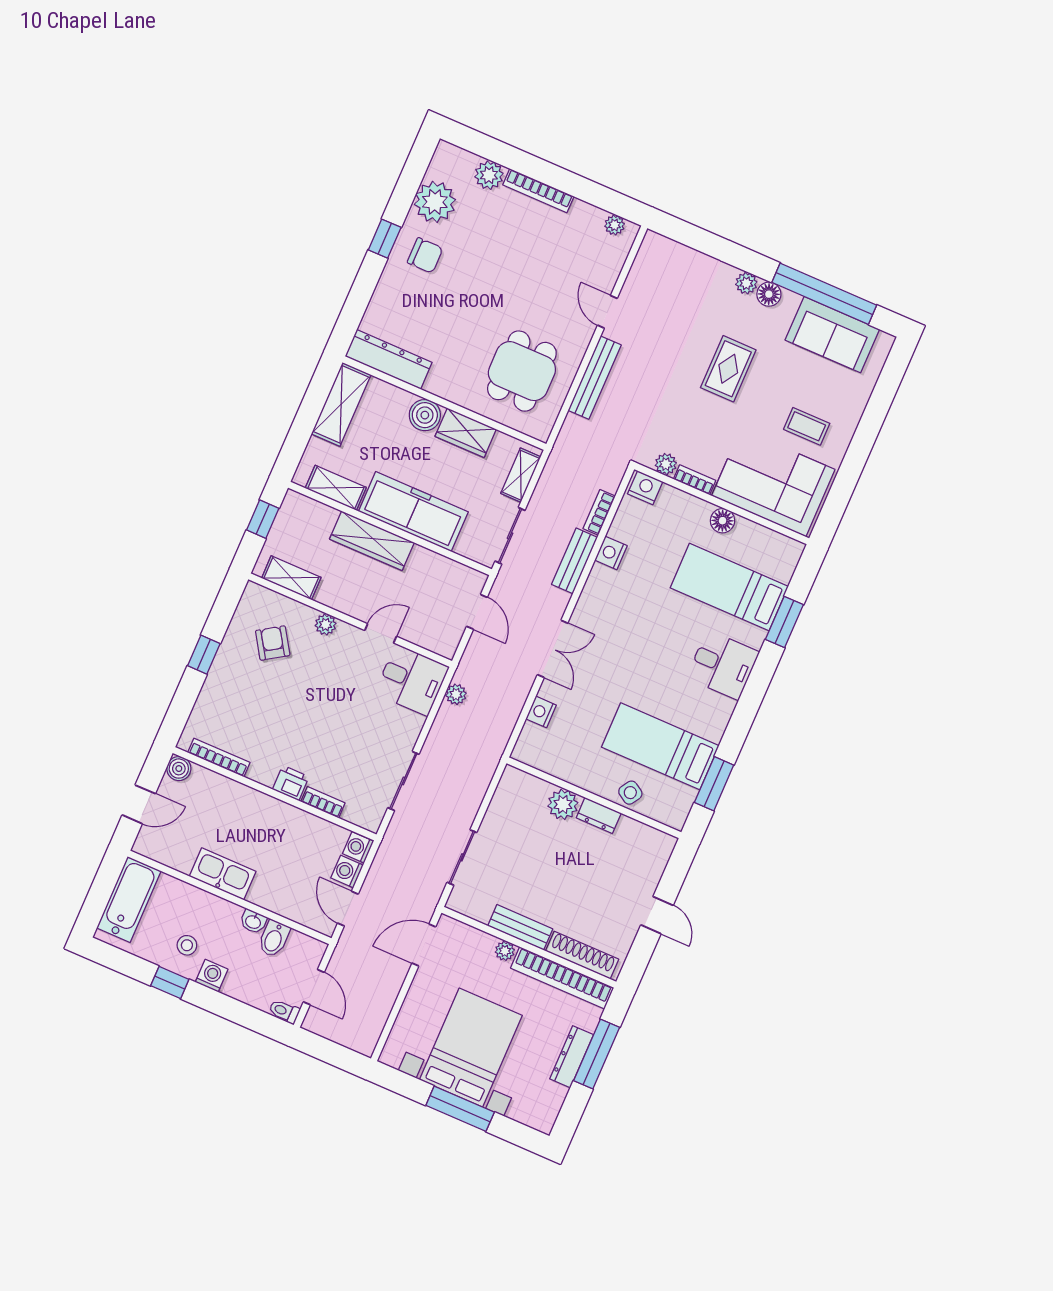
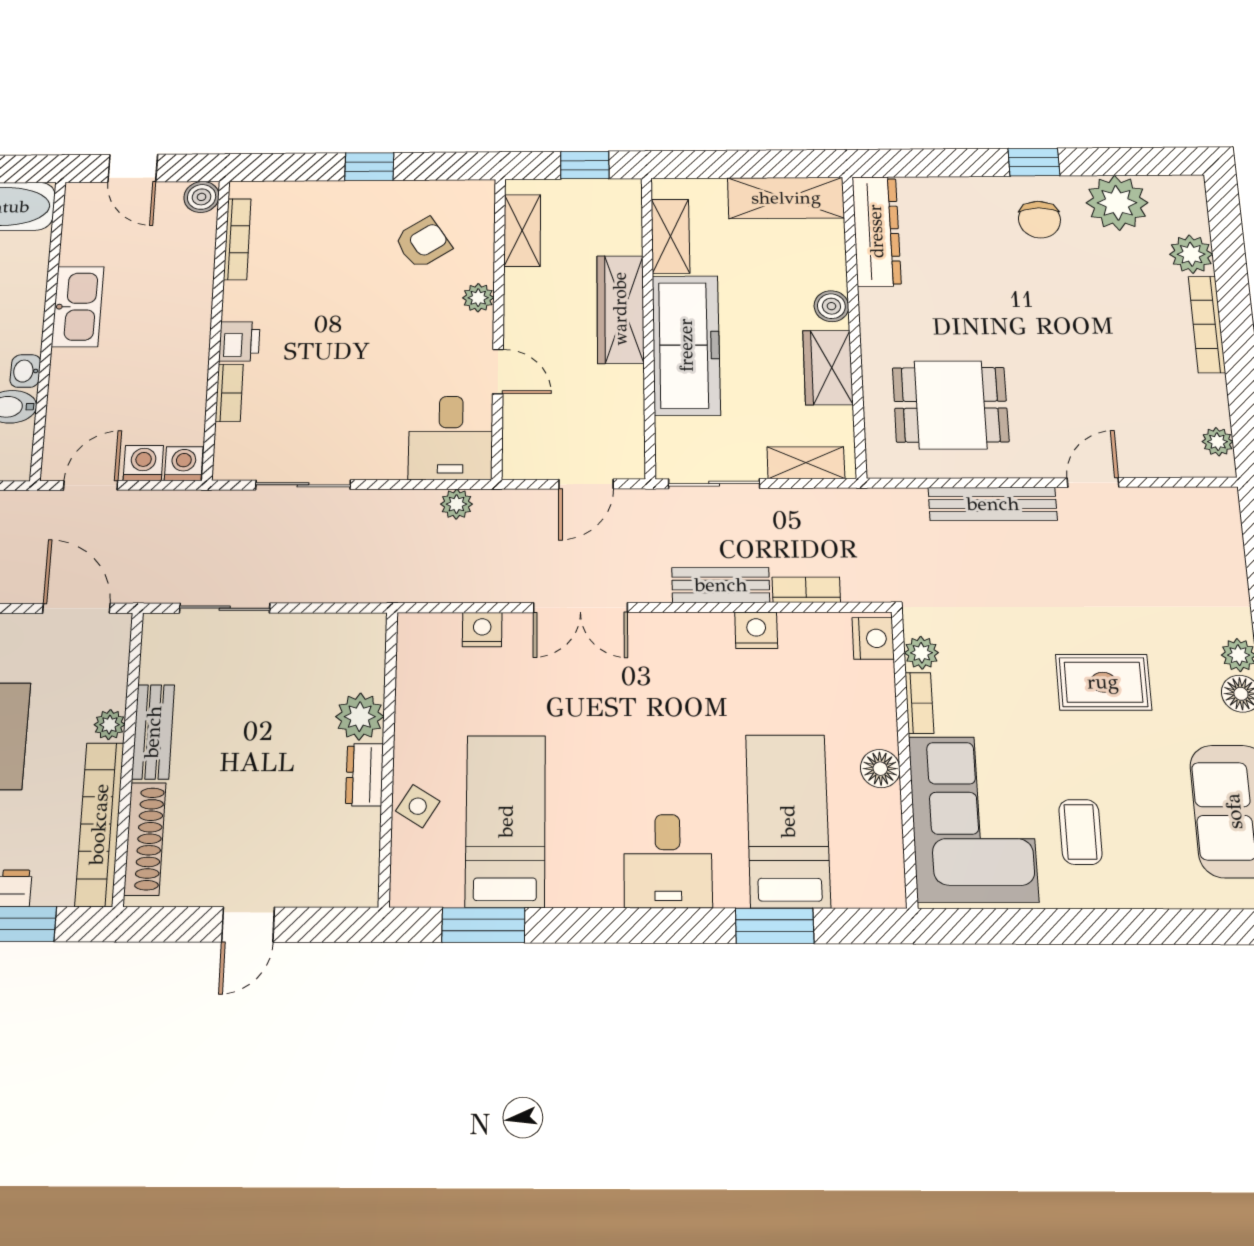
boiler: (425, 415) -> (831, 306), width x0.73, depth x0.73

